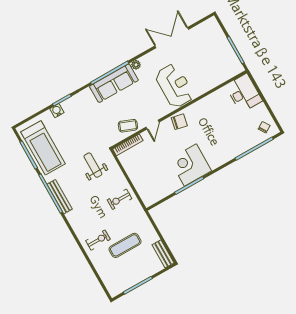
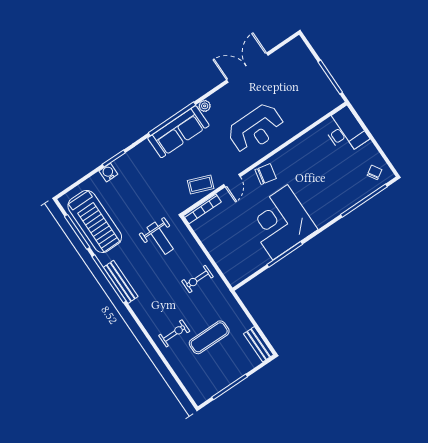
reception desk: (175, 86) -> (256, 129), turned 90
weight bench: (93, 165) -> (160, 238), turned 180
corner desk: (190, 165) -> (280, 222), width x1.36, depth x1.36

